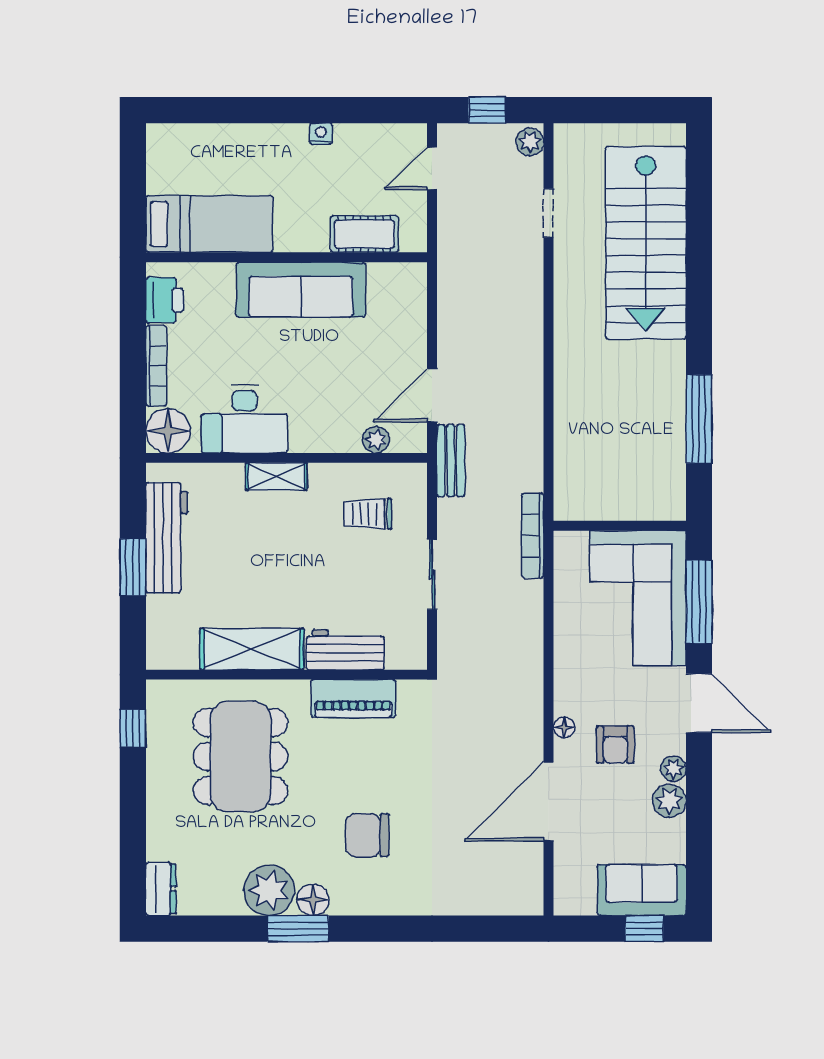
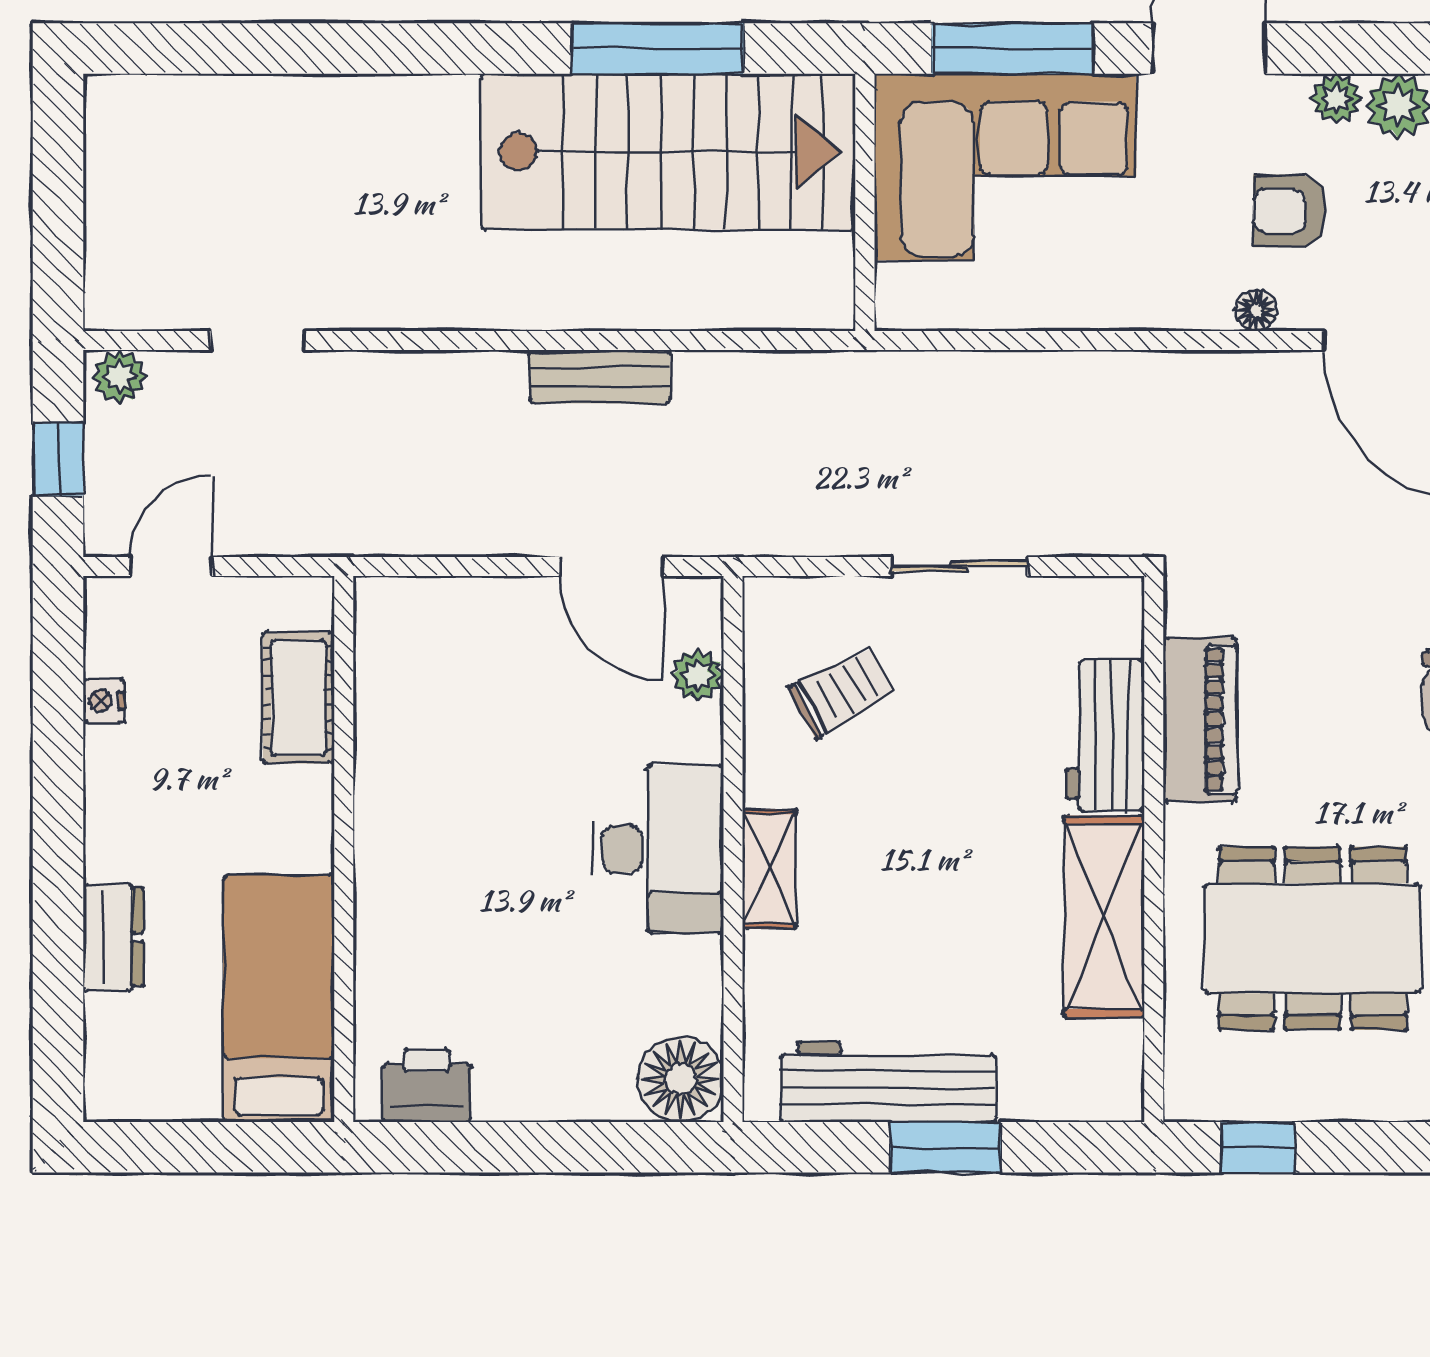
nightstand: (321, 134) -> (104, 701), moved
dresser: (241, 139) -> (113, 937), added
door: (432, 168) -> (171, 566), swing flipped
stairs: (646, 243) -> (668, 152), moved
sofa: (301, 290) -> (407, 821), removed
bookcase: (156, 366) -> (554, 1102), removed
desk: (244, 419) -> (658, 849), moved
bench: (451, 461) -> (600, 377), moved
trolley: (368, 514) -> (842, 691), turned -119
bookcase: (533, 536) -> (884, 371), removed
armchair: (615, 745) -> (1289, 211), turned 180

